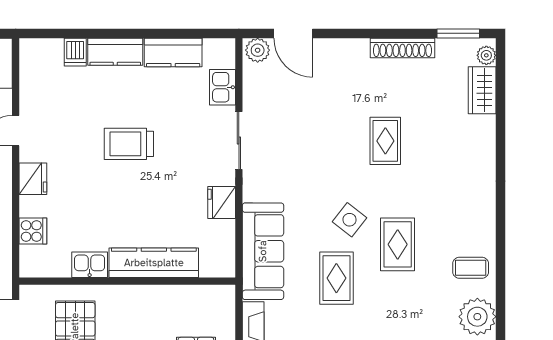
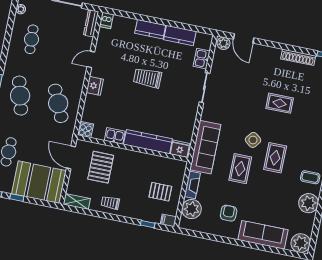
dishwasher: (75, 52) -> (106, 20), moved
rug: (385, 141) -> (280, 103), turned 90
fridge: (222, 203) -> (180, 149), moved, turned 90
cooker: (33, 231) -> (85, 129), moved, turned -90

